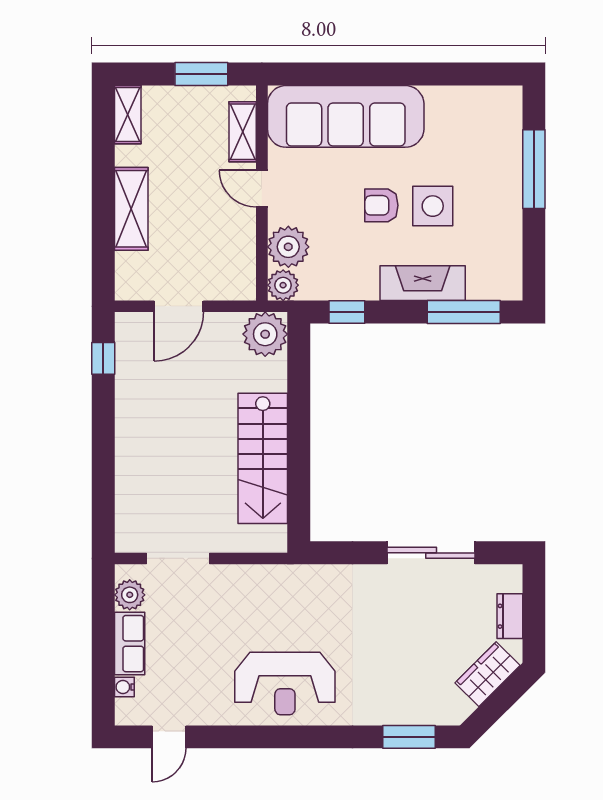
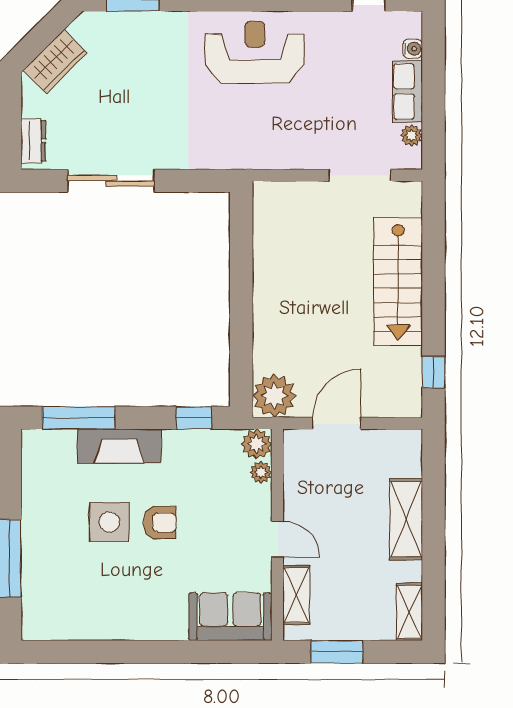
sofa: (346, 116) -> (230, 617), width x0.54, depth x0.79
plant: (288, 247) -> (261, 472), width x0.53, depth x0.53
door: (179, 306) -> (337, 423), moved
stairs: (263, 458) -> (398, 282), moved, turned 180
plant: (130, 595) -> (411, 135), width x0.73, depth x0.73
dresser: (510, 616) -> (33, 141), moved

